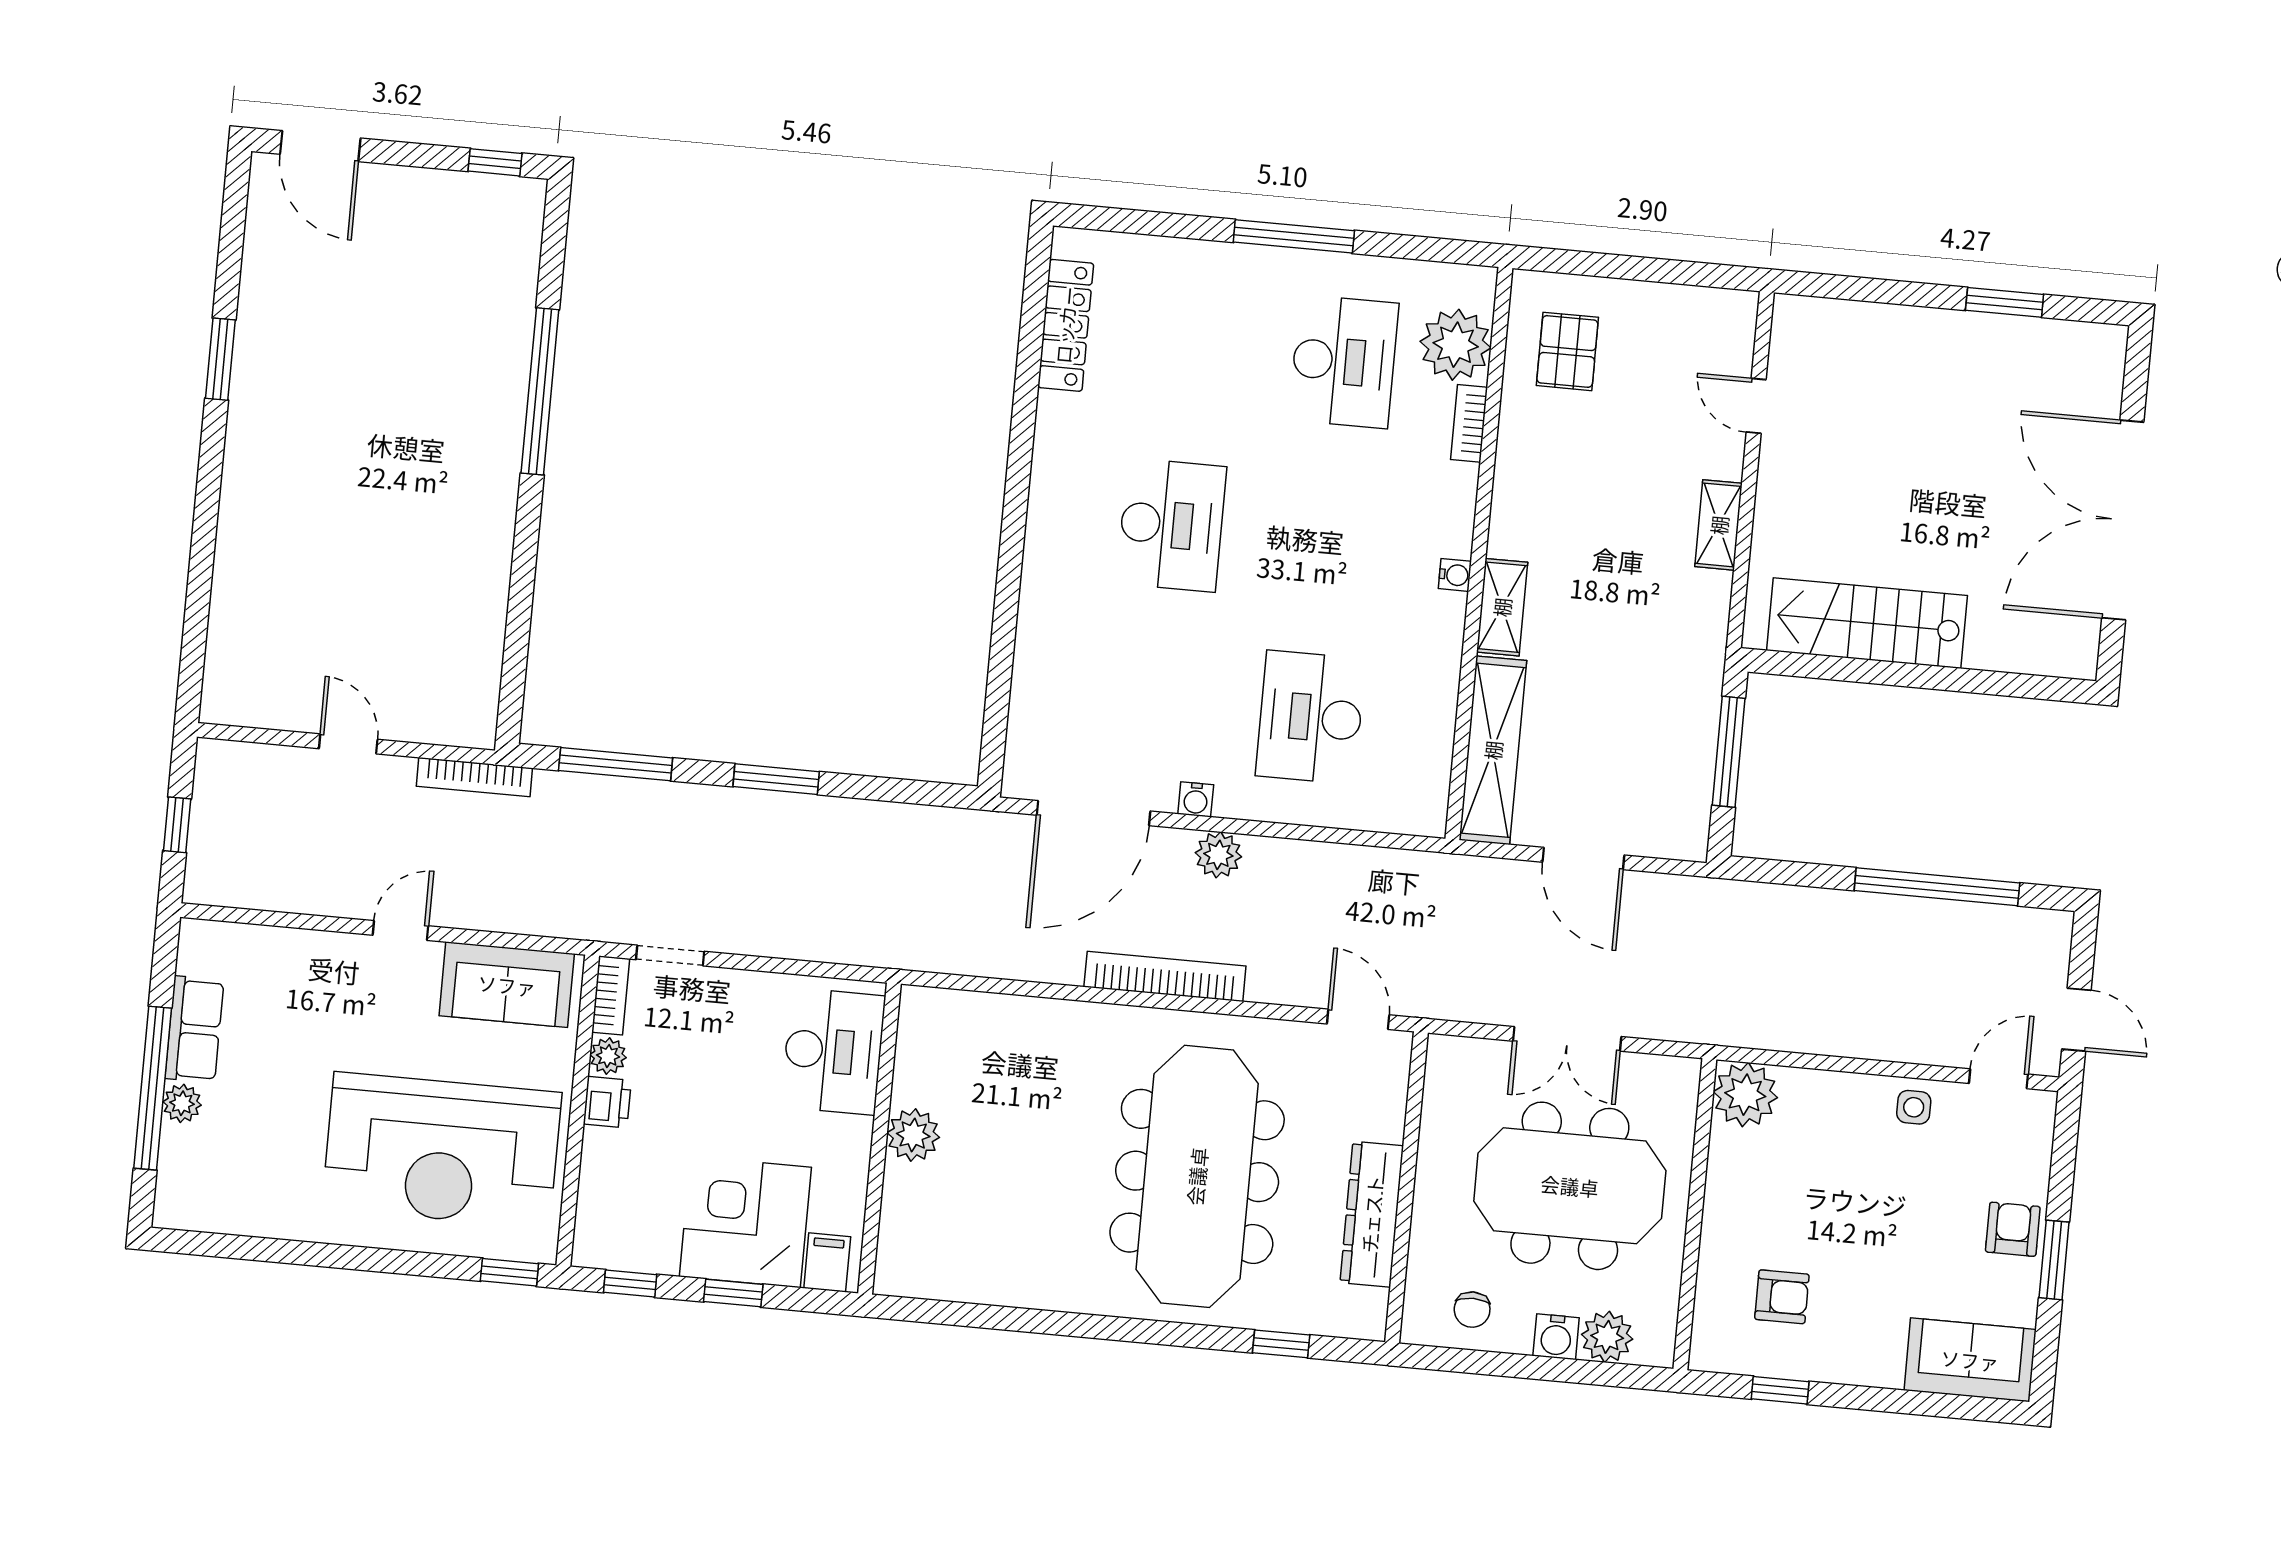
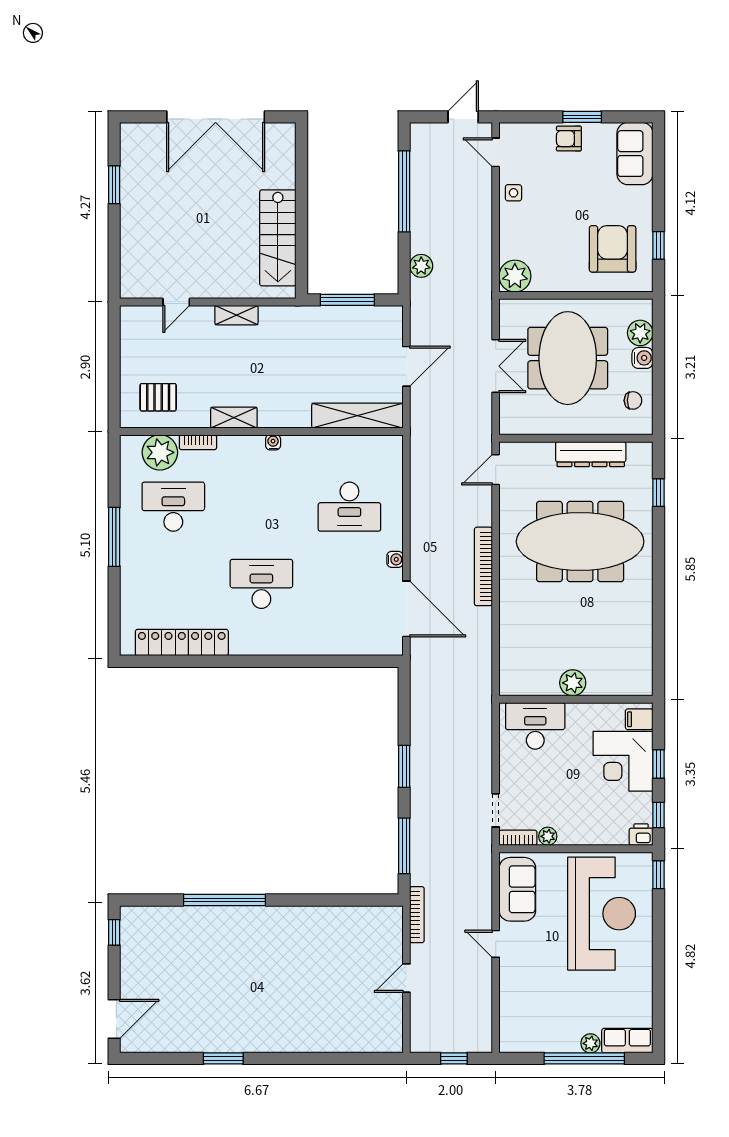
locker: (1066, 325) -> (182, 643), width x1.41, depth x1.21
shelving: (1502, 607) -> (234, 418), moved
plant: (1218, 855) -> (421, 266), moved
row of seats: (194, 1029) -> (627, 1041), moved
printer: (607, 1102) -> (641, 835), moved
armchair: (1782, 1297) -> (613, 249), width x1.88, depth x1.88

